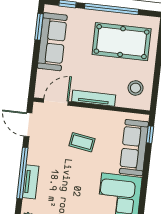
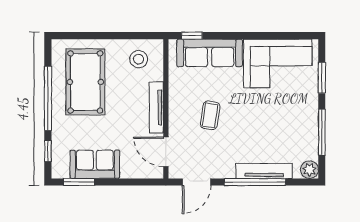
sofa: (52, 42) -> (95, 164), width x0.73
tv unit: (31, 182) -> (264, 171), width x1.41

